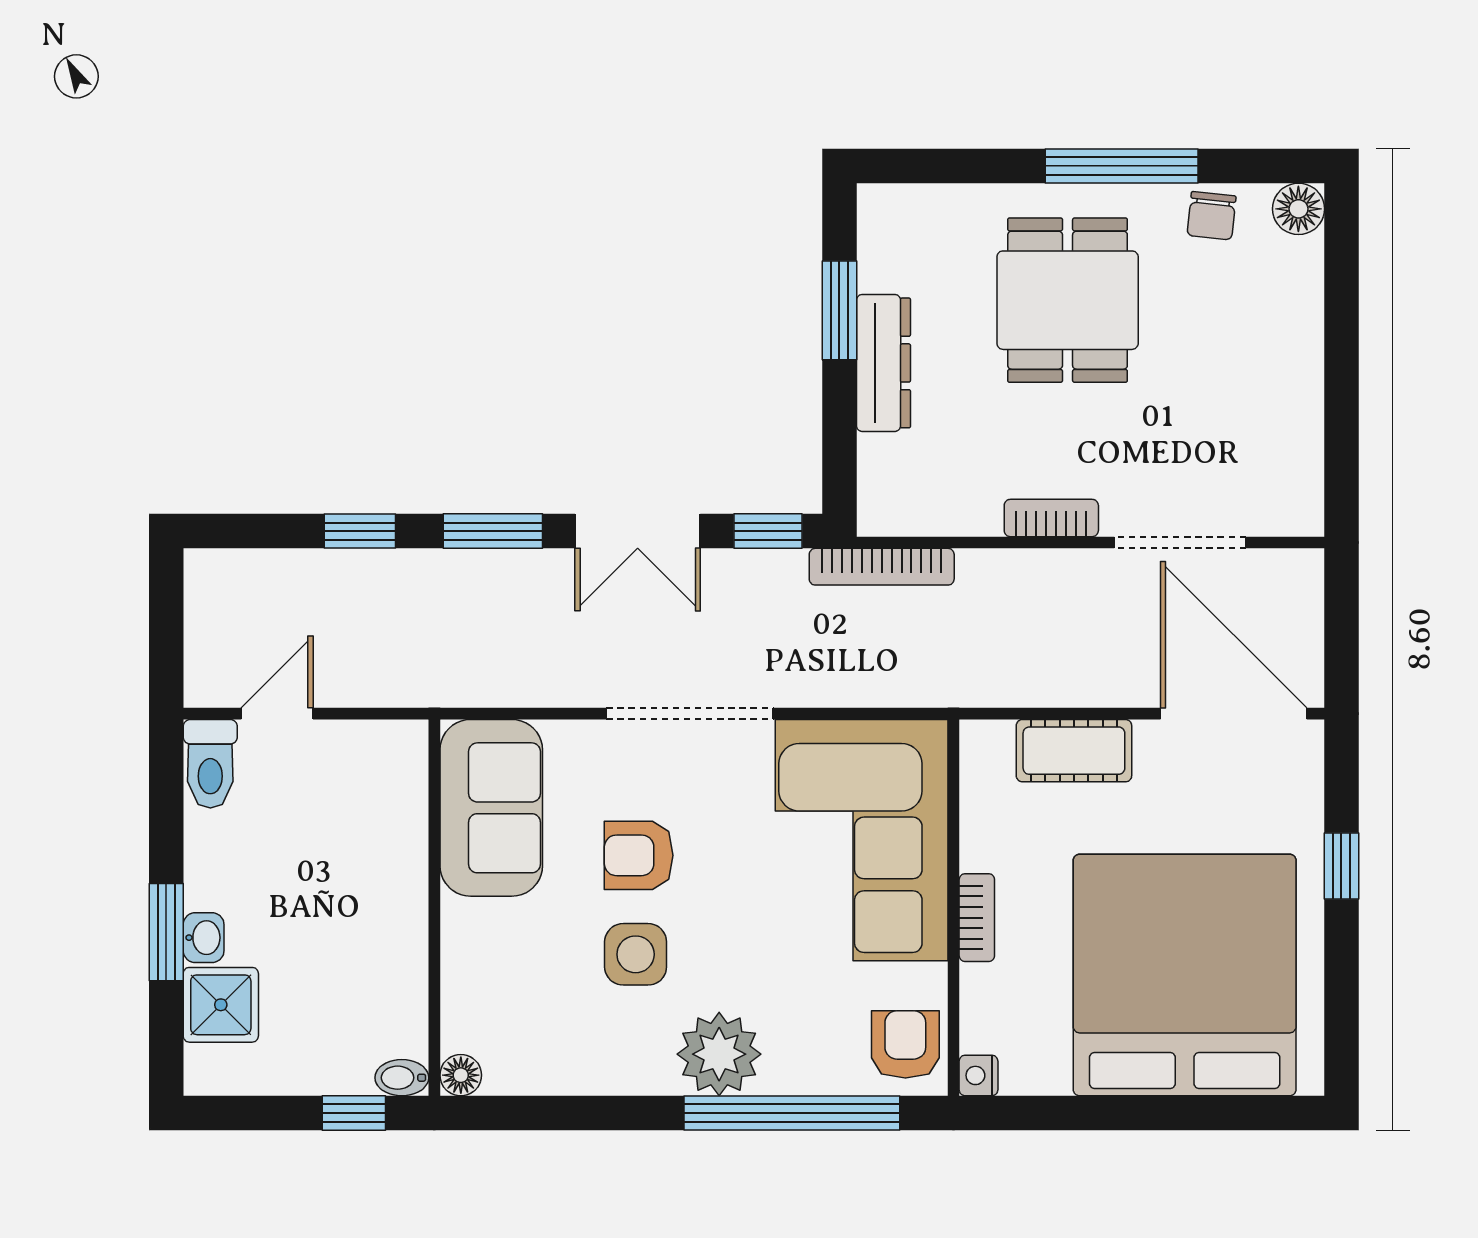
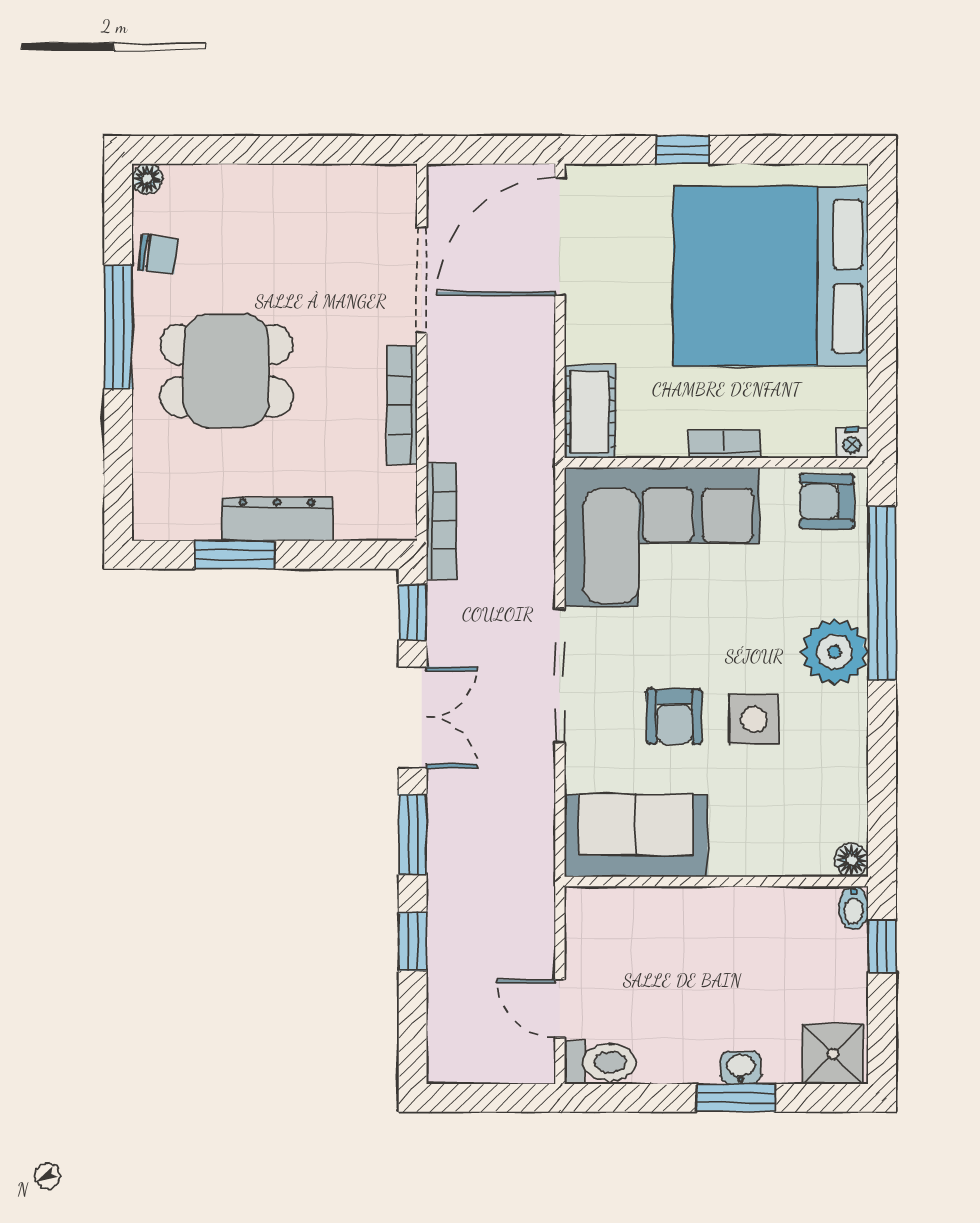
floor lamp: (1298, 209) -> (147, 179), width x0.73, depth x0.73
bookcase: (1051, 518) -> (402, 405), width x1.56
cot: (1074, 751) -> (590, 412), moved
shower: (221, 1005) -> (833, 1054), moved

